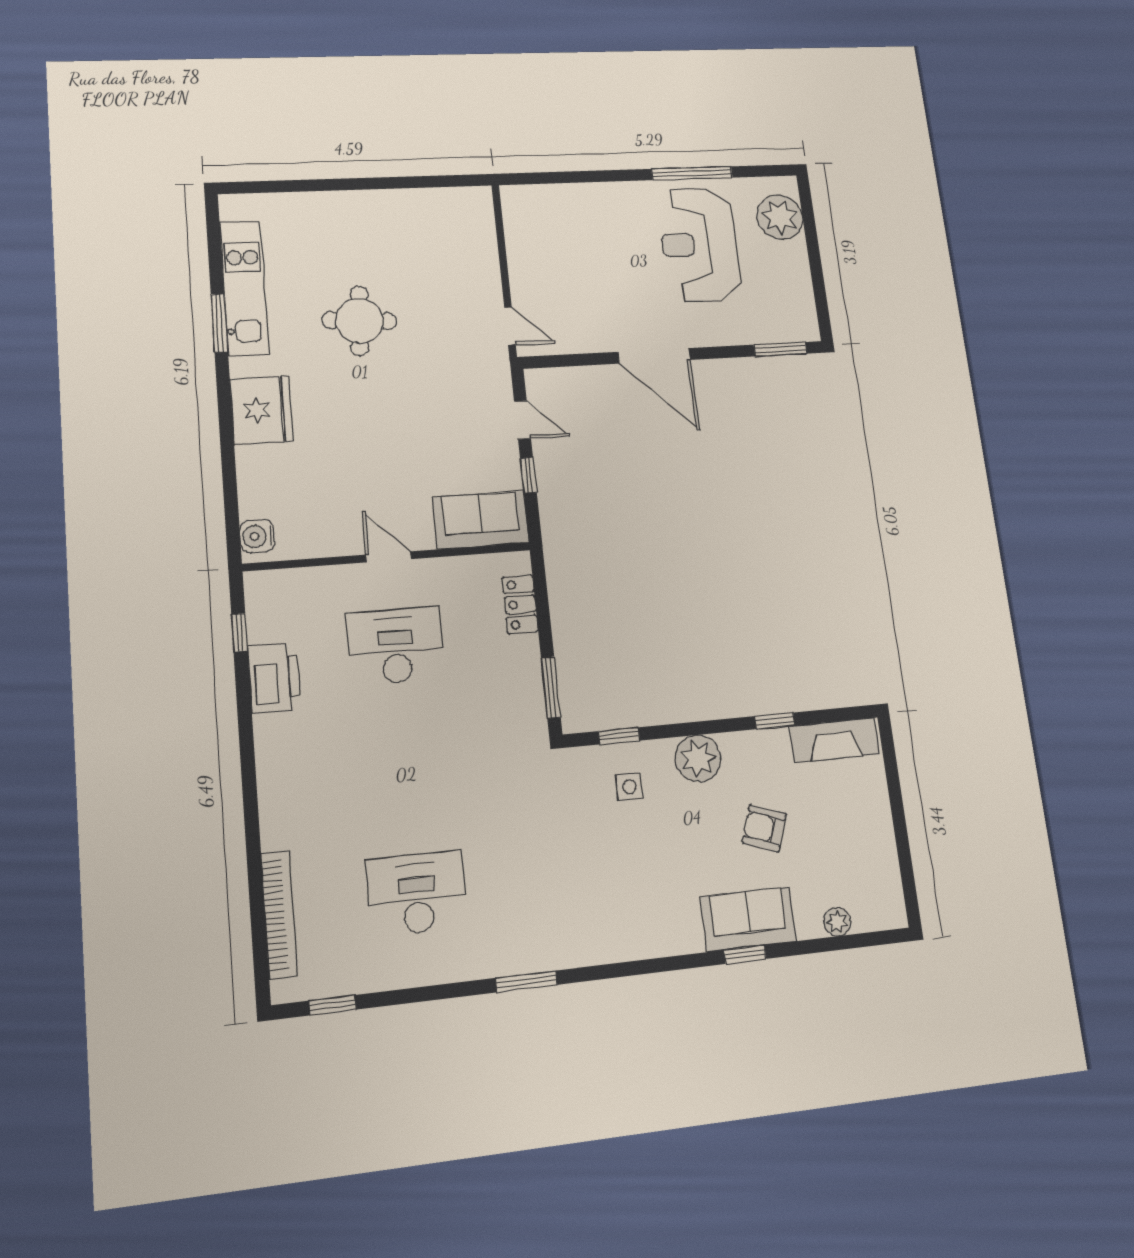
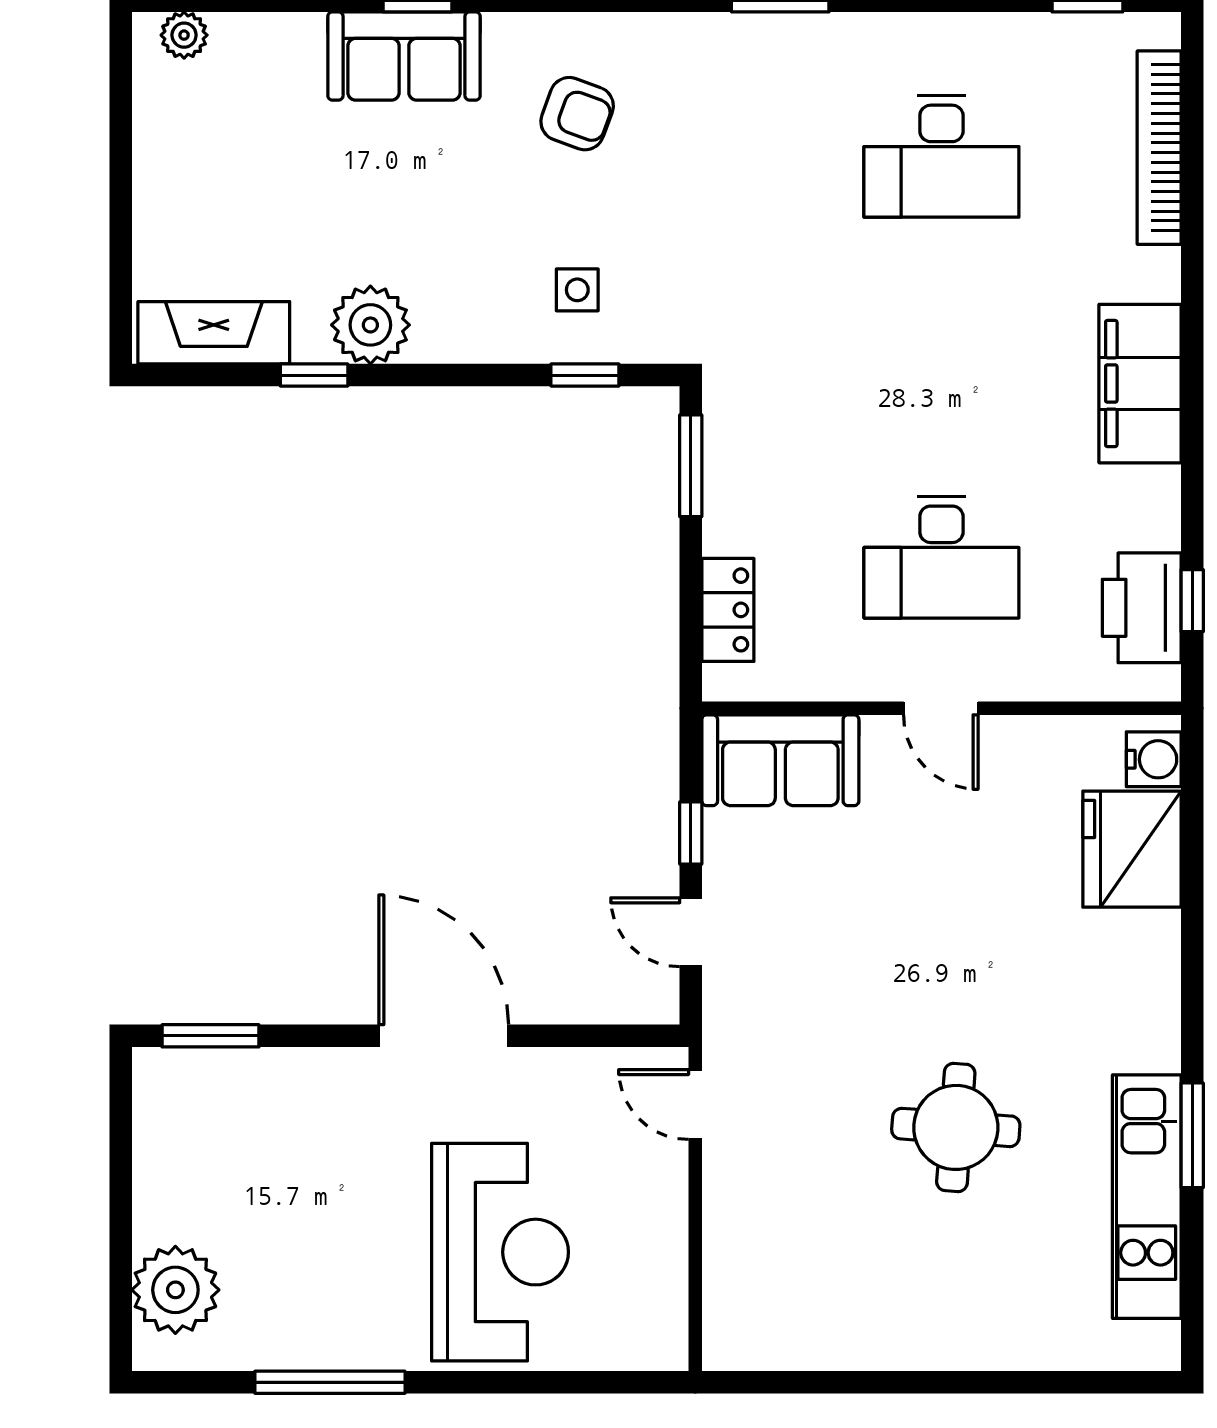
reception desk: (699, 244) -> (500, 1252), moved
fridge: (262, 410) -> (1132, 849), moved
printer: (274, 678) -> (1142, 608), moved
plant: (698, 758) -> (370, 325), moved
filing cabinet: (281, 763) -> (1140, 384), added
armchair: (764, 828) -> (577, 114), moved
plant: (837, 922) -> (184, 35), moved

